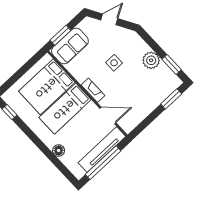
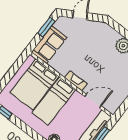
window: (60, 35) -> (46, 27), moved
side table: (114, 63) -> (91, 53), removed

